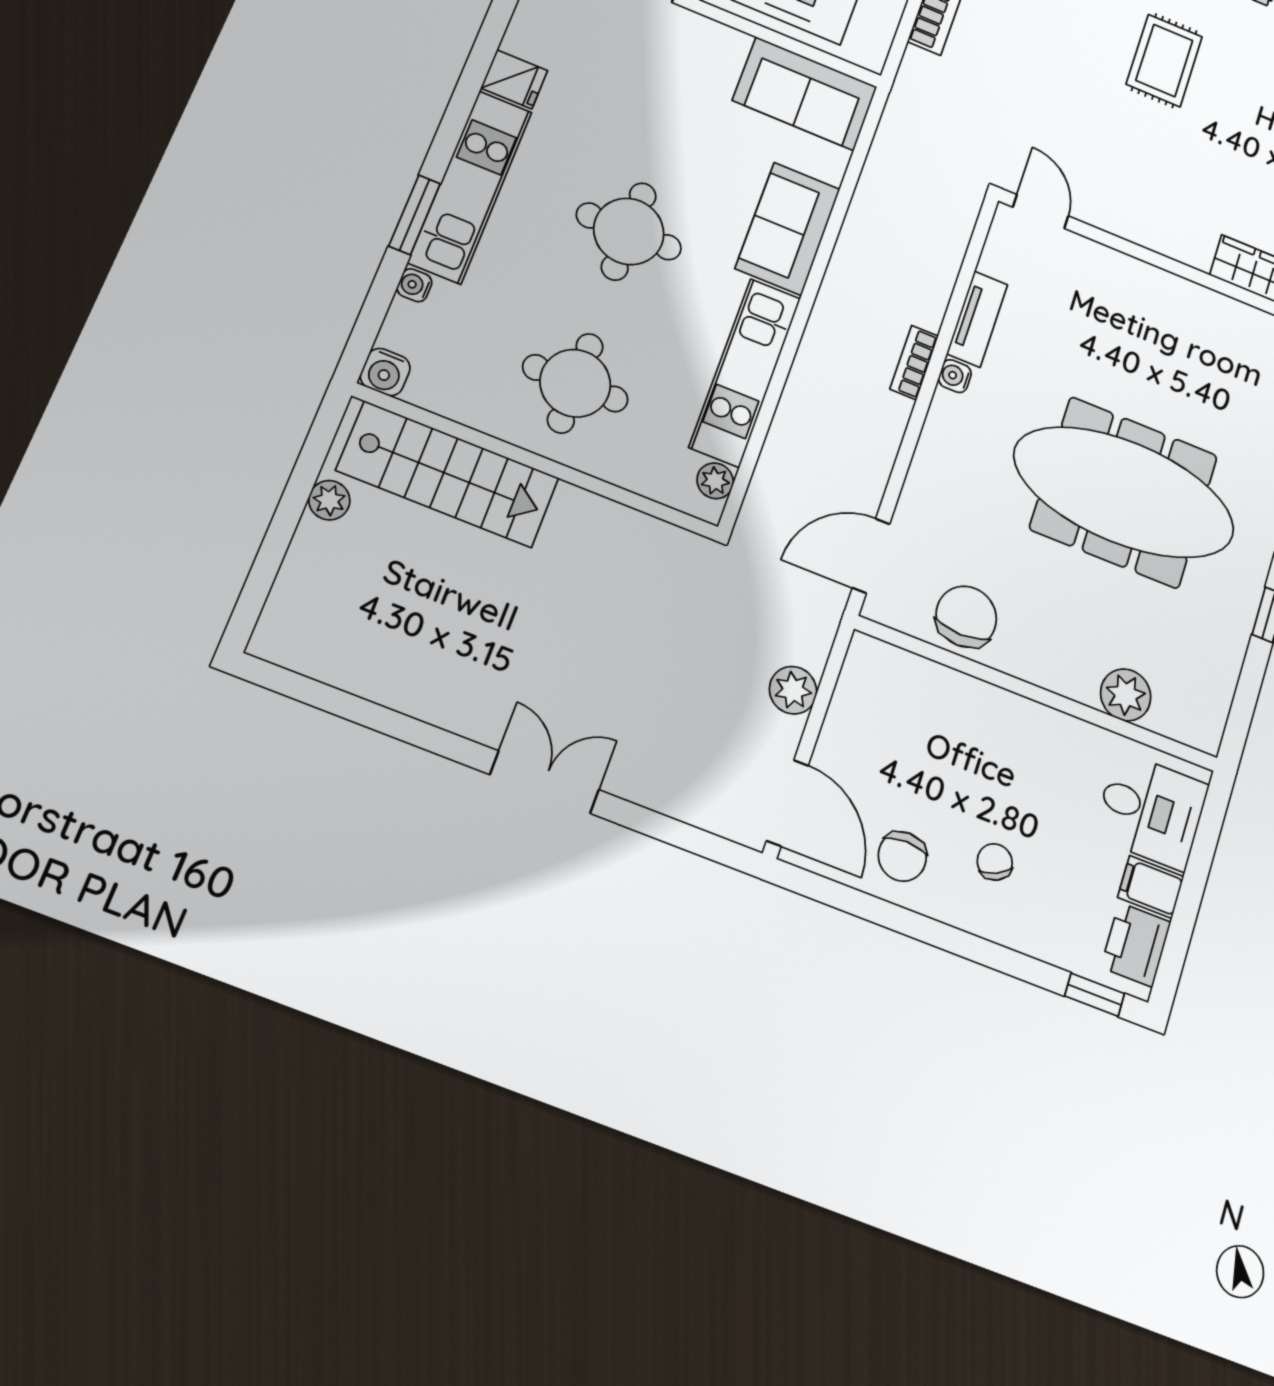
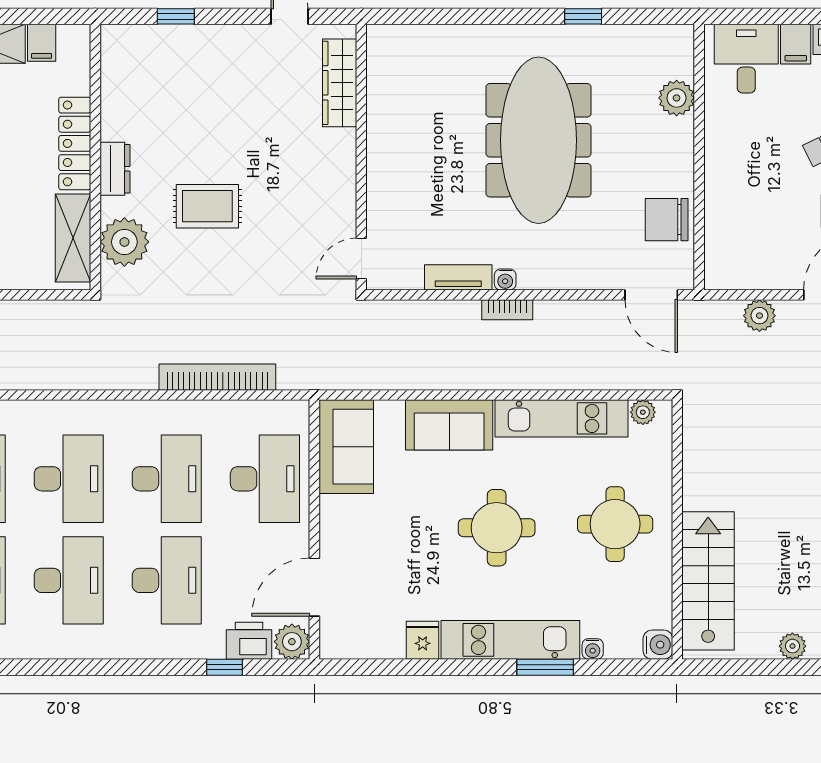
plant: (329, 500) -> (792, 646), moved

